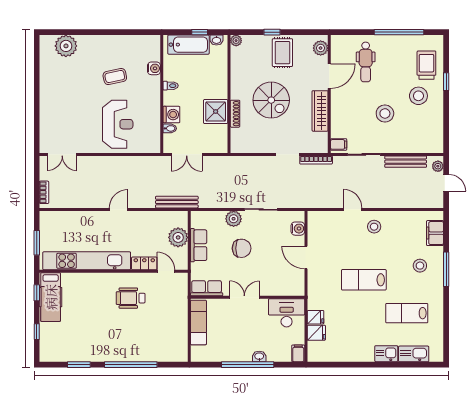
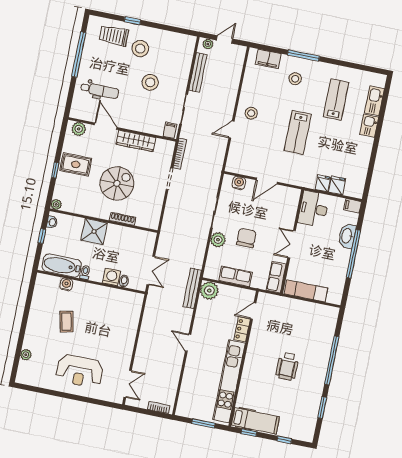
bathtub: (188, 45) -> (62, 266), moved, turned -90
plant: (66, 46) -> (26, 355), width x0.53, depth x0.53
shower: (216, 112) -> (94, 232), moved
reception desk: (118, 124) -> (80, 371), moved, turned 180
plant: (178, 237) -> (209, 291), moved
wheelchair: (131, 298) -> (287, 366), moved
lab bench: (407, 313) -> (336, 100), turned 180
washbasin: (259, 356) -> (347, 236), width x1.91, depth x1.45

